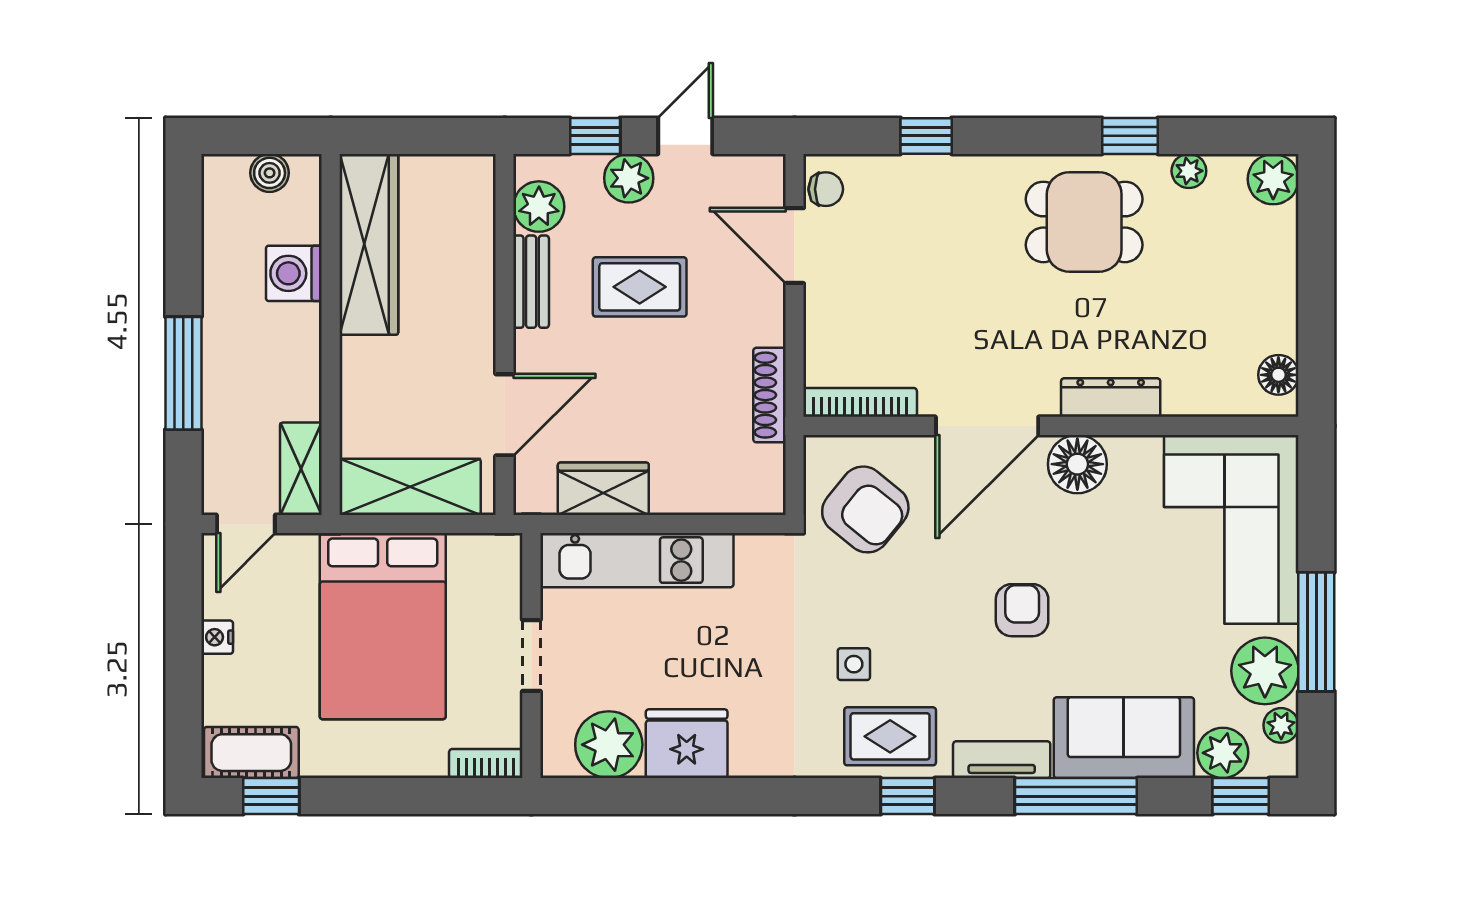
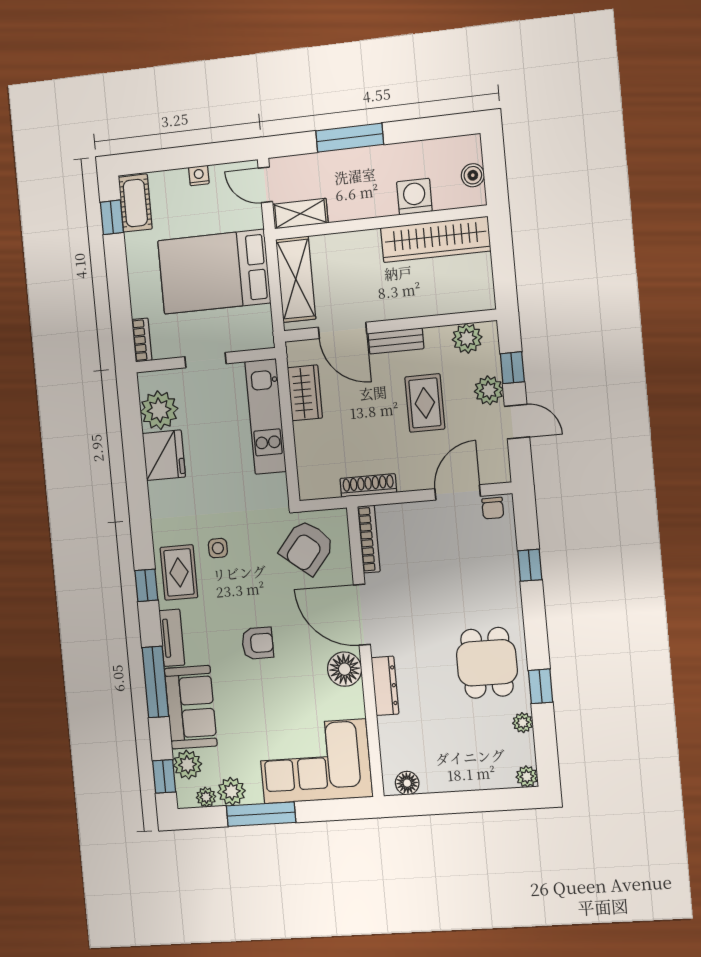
plant: (1273, 179) -> (527, 777), width x0.73, depth x0.73
bench: (531, 282) -> (396, 341), moved
plant: (1265, 671) -> (231, 791), width x0.73, depth x0.73

